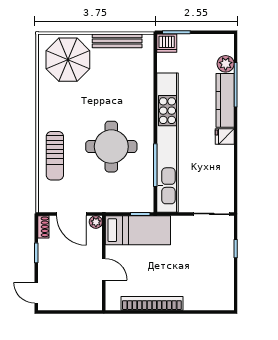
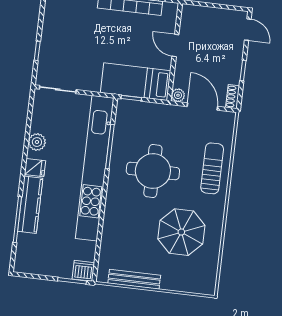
parasol: (68, 60) -> (181, 232), moved
plant: (226, 64) -> (37, 142), moved

